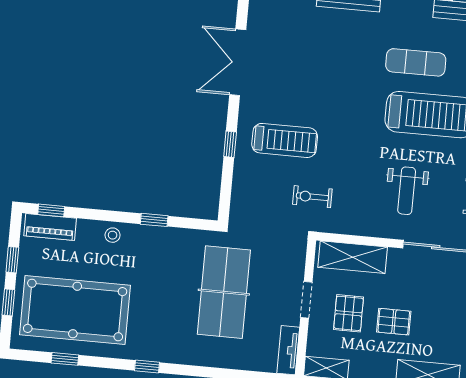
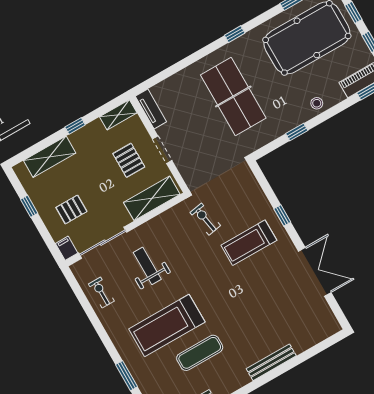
exercise bike: (312, 197) -> (205, 219), turned -100
table tennis table: (224, 292) -> (233, 97), moved
pallet: (394, 322) -> (71, 209), moved

